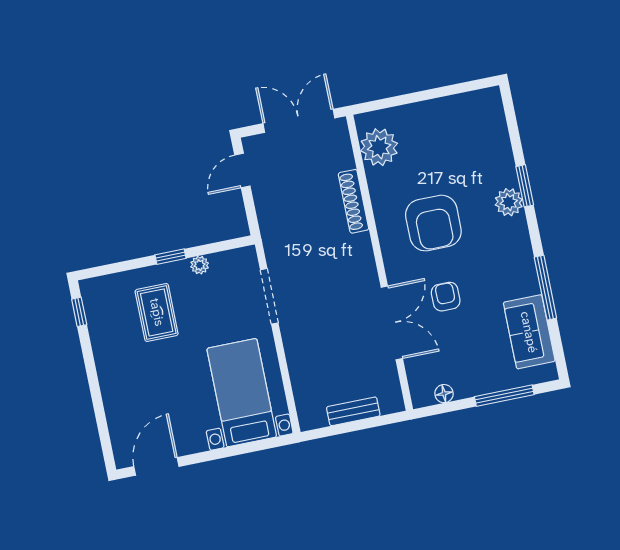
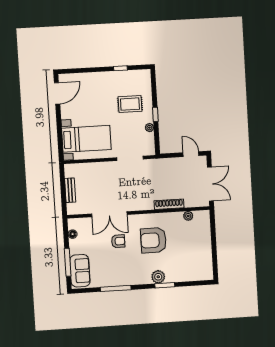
plant: (379, 147) -> (188, 216), width x0.53, depth x0.53
window: (79, 312) -> (120, 68), moved
sofa: (529, 332) -> (80, 271), moved, turned 90
door: (156, 466) -> (57, 93), hinge flipped

